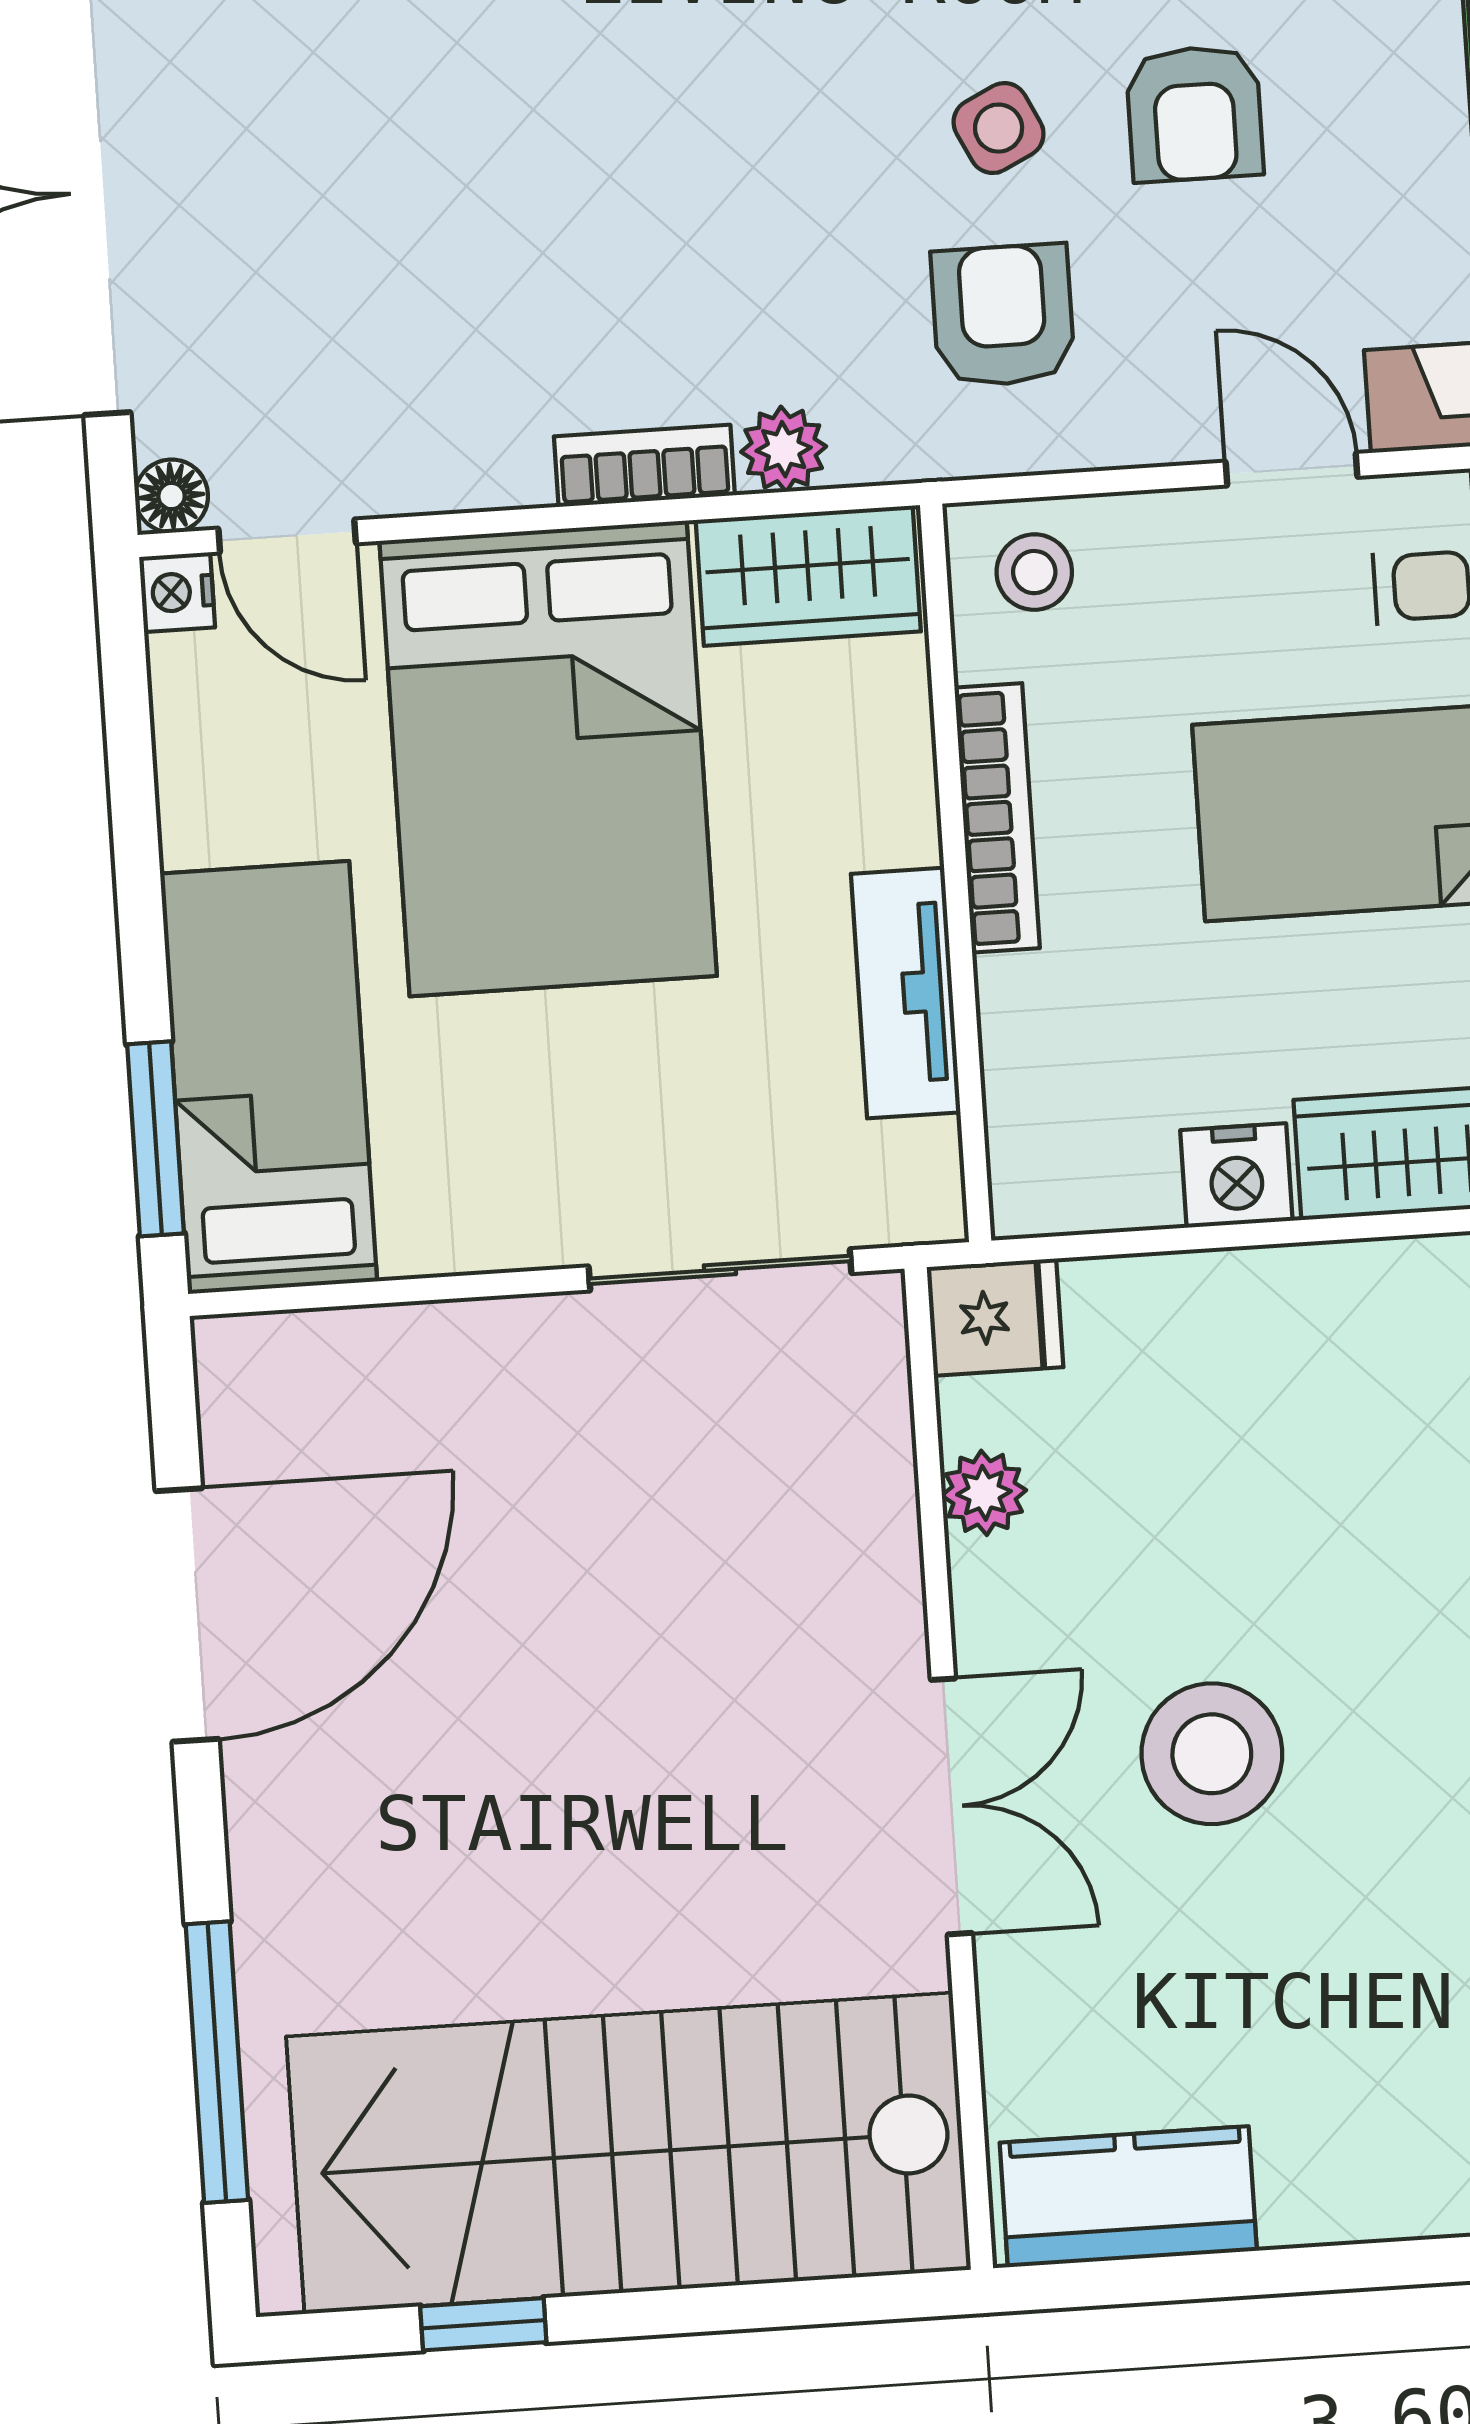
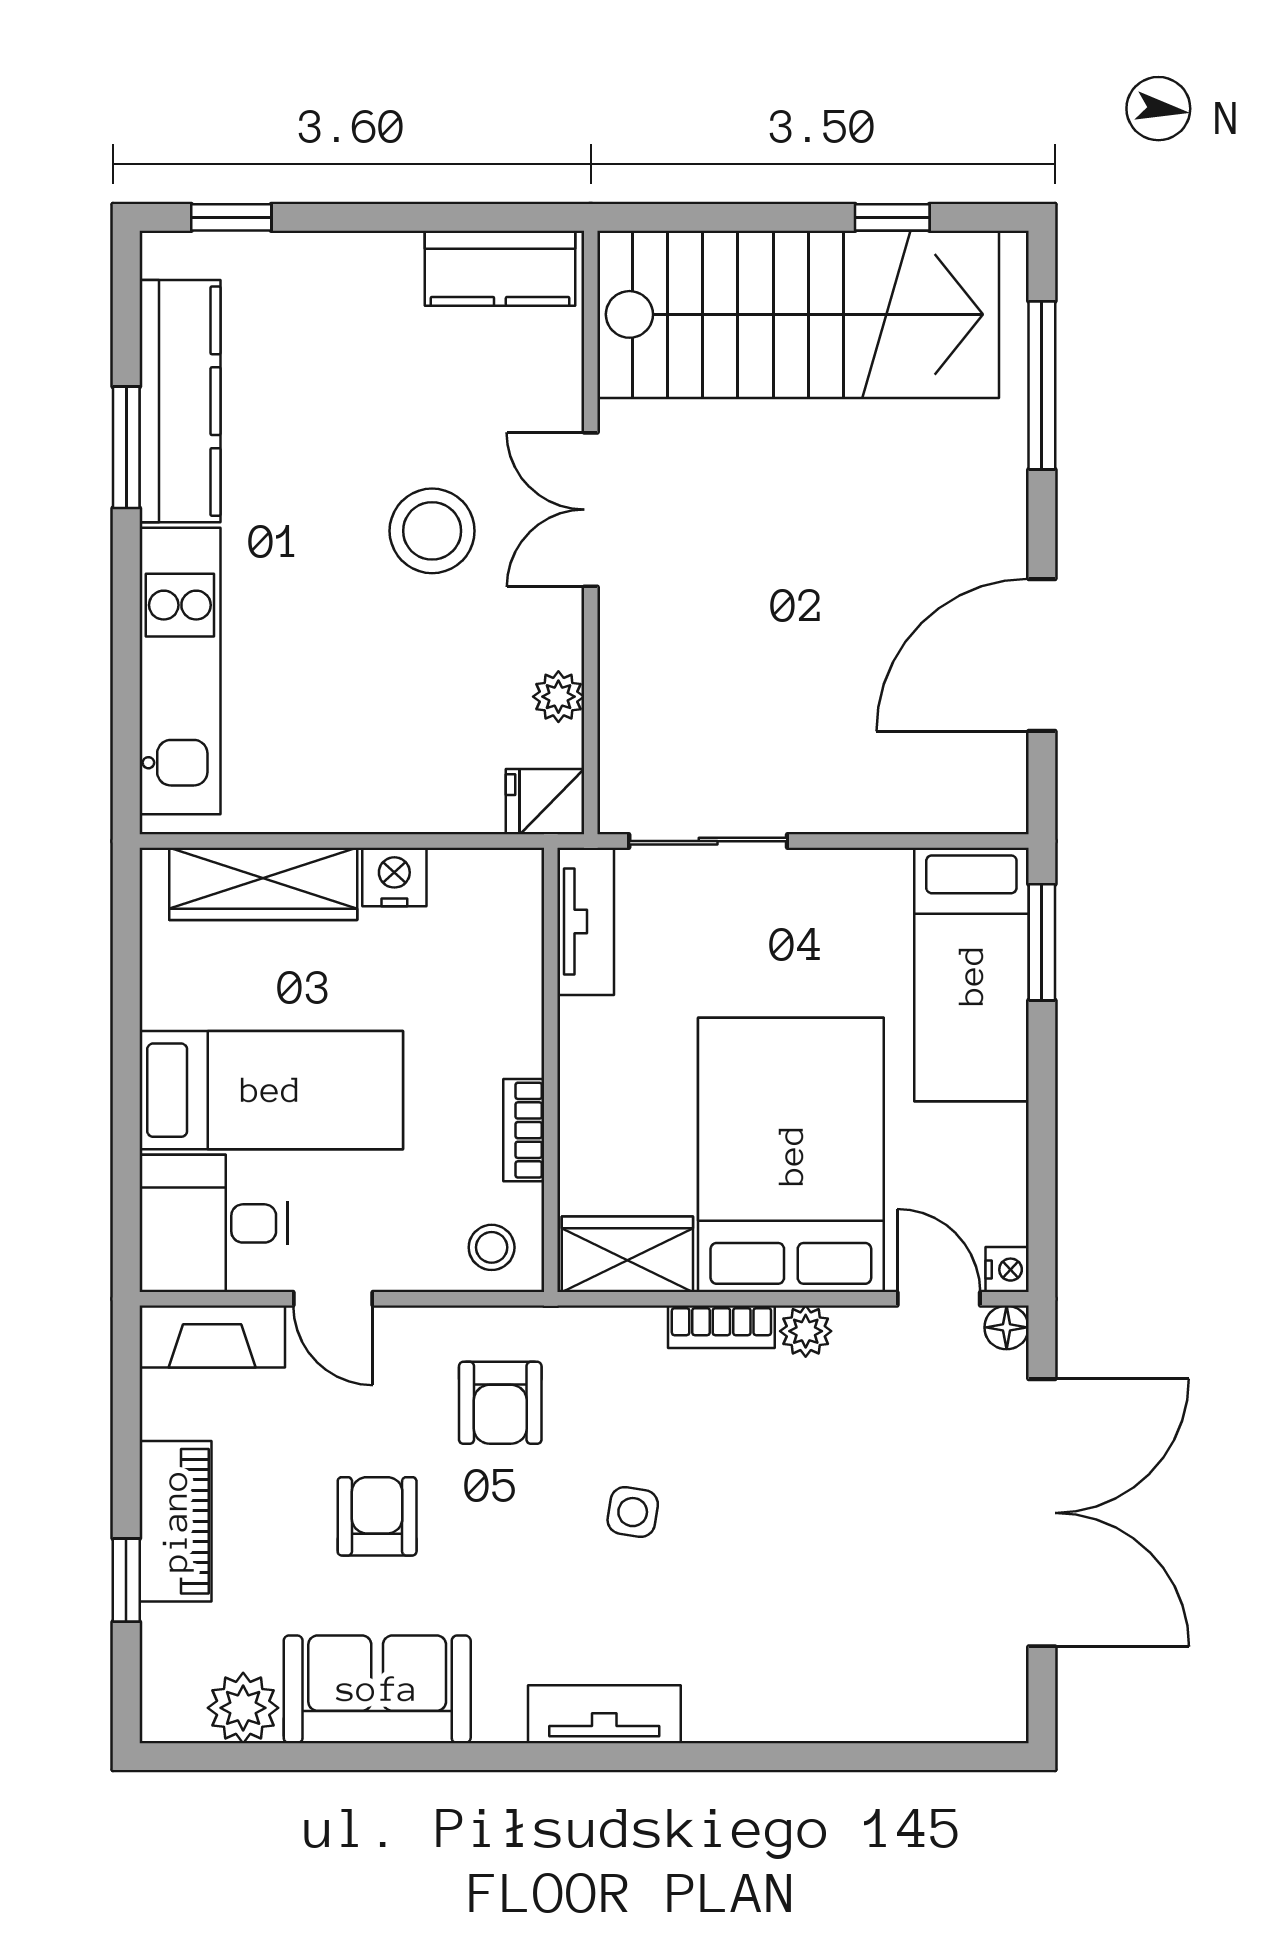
side table: (999, 128) -> (633, 1512), moved, turned 35
plant: (784, 449) -> (806, 1331), moved
bookcase: (997, 818) -> (524, 1130), width x0.64
tv unit: (906, 993) -> (586, 921), moved

